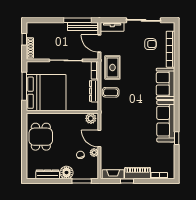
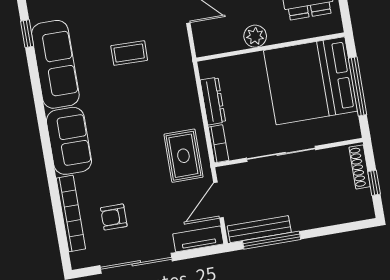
door: (99, 44) -> (218, 200), swing flipped
coffee table: (111, 92) -> (129, 53), moved
plant: (91, 118) -> (255, 36), moved

